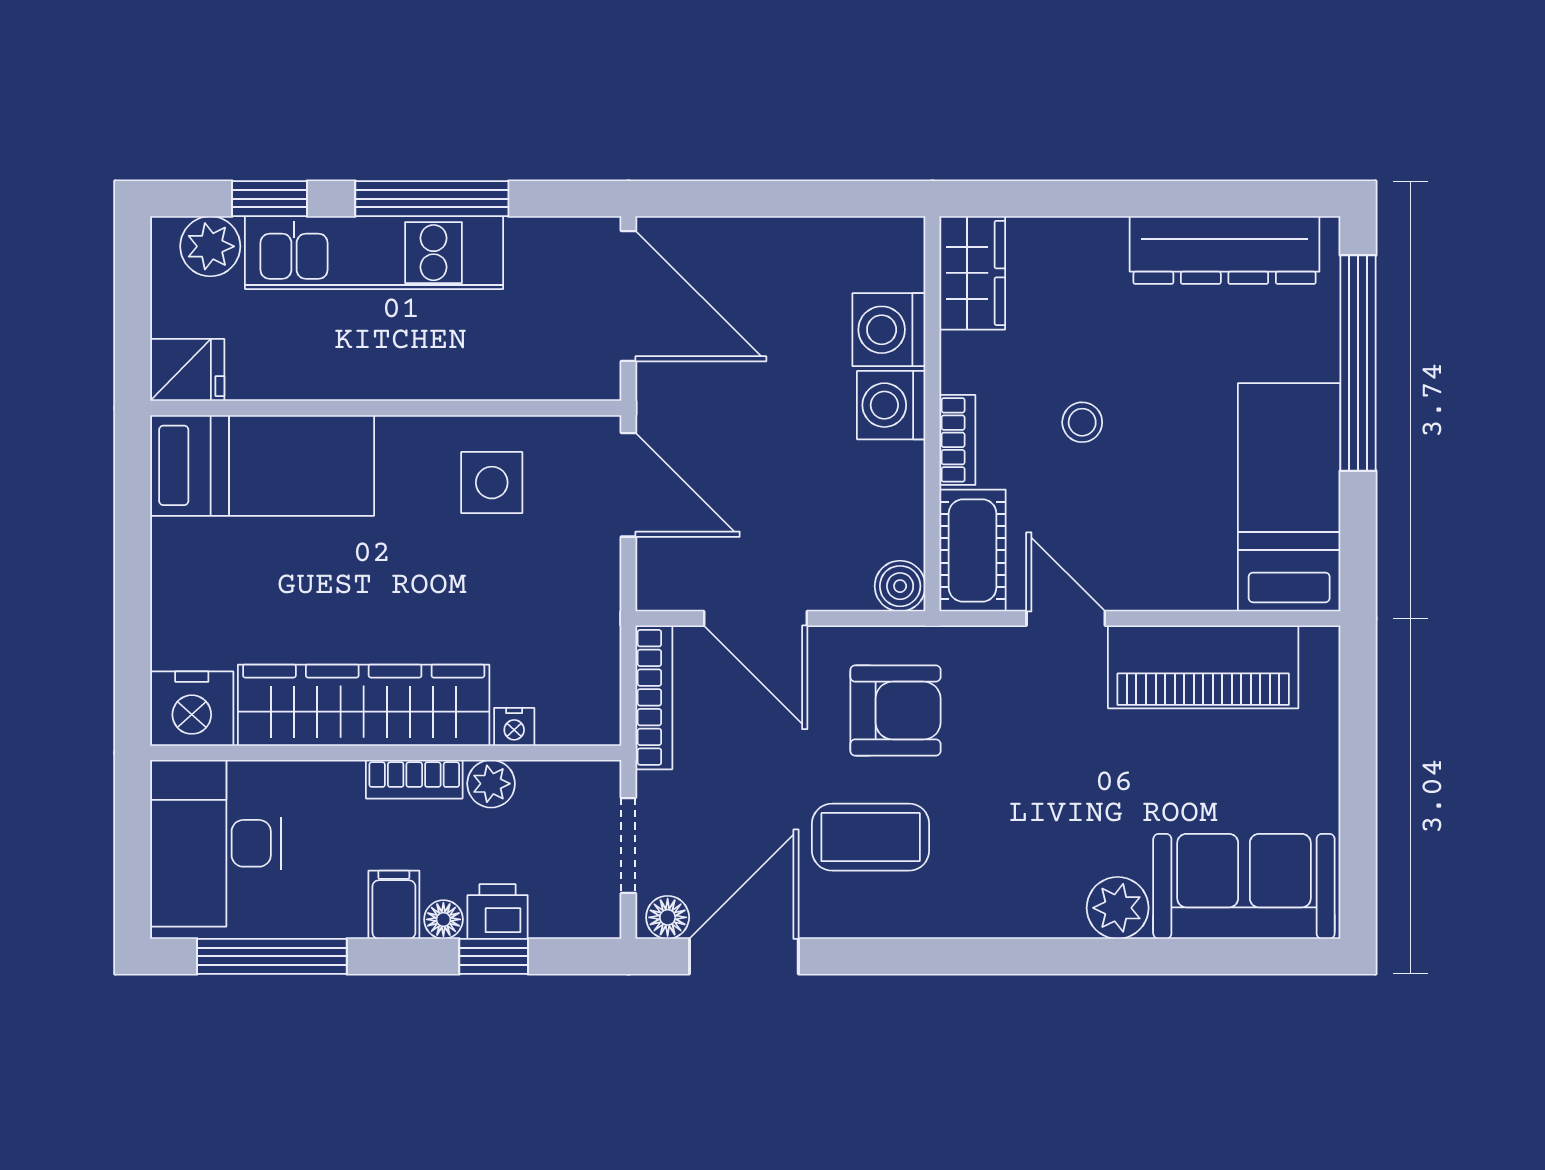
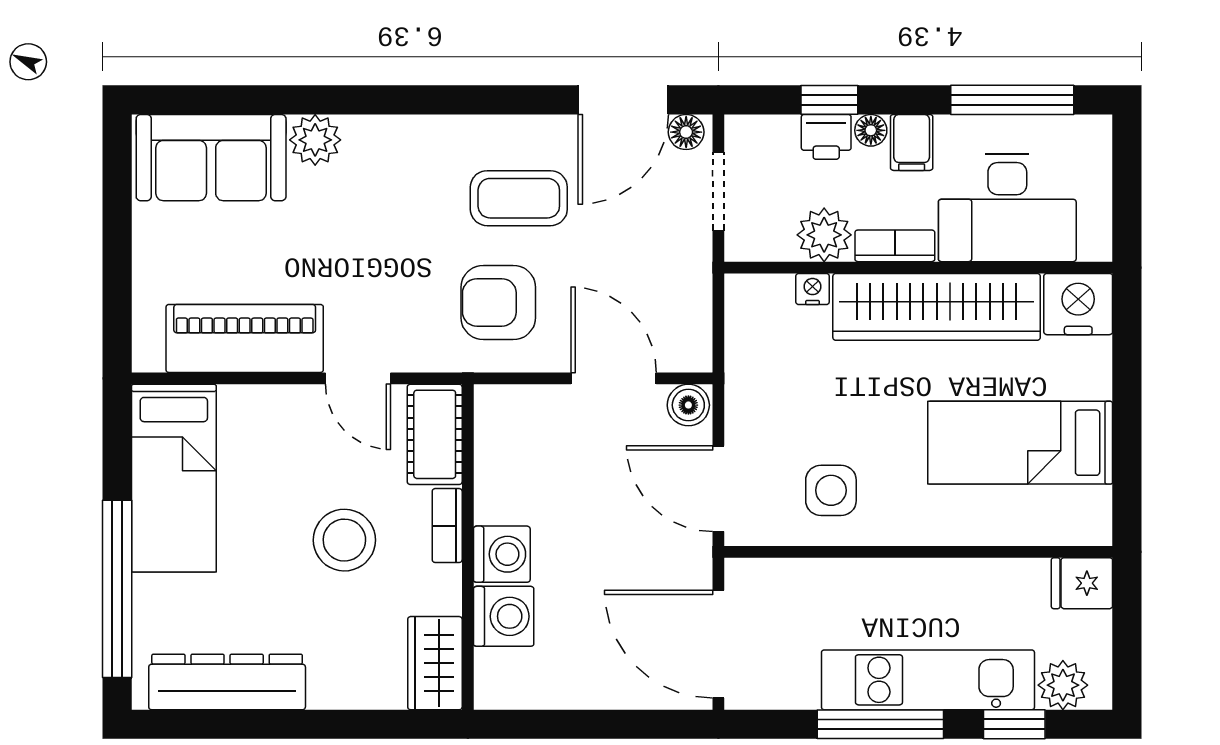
stool: (1082, 422) -> (344, 540), width x1.89, depth x1.89
bed: (262, 465) -> (1020, 443), moved
boiler: (900, 586) -> (688, 405), moved
bookcase: (654, 697) -> (697, 313), removed
plant: (491, 784) -> (824, 235), width x1.38, depth x1.38
desk: (216, 843) -> (1007, 208), moved, turned 90

